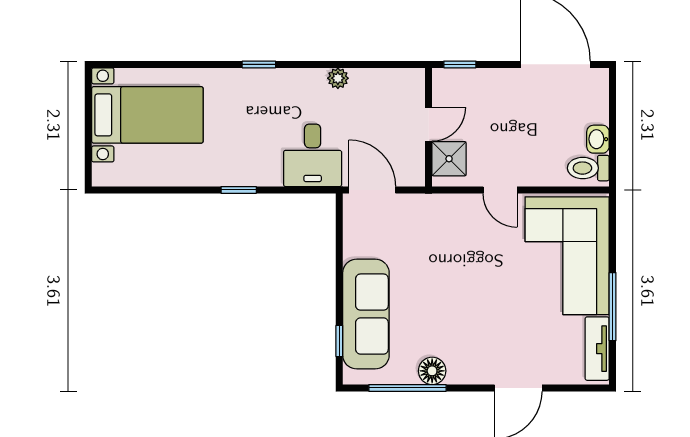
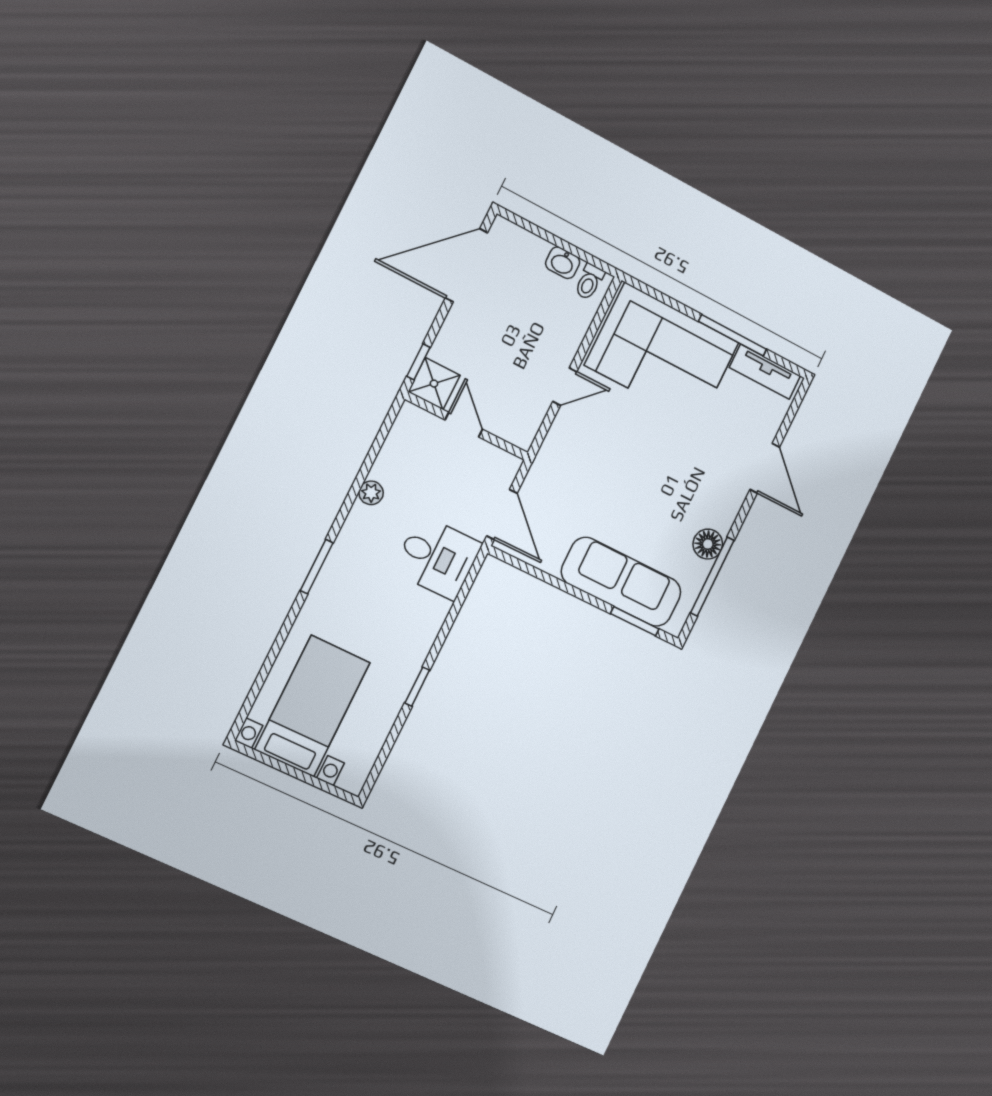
window: (259, 64) -> (317, 567), width x1.50
shower: (449, 159) -> (434, 384), moved
toilet: (588, 168) -> (589, 282), width x0.73, depth x0.72
window: (239, 190) -> (417, 687), moved
door: (372, 190) -> (502, 514), swing flipped
window: (339, 341) -> (635, 621), width x1.50

